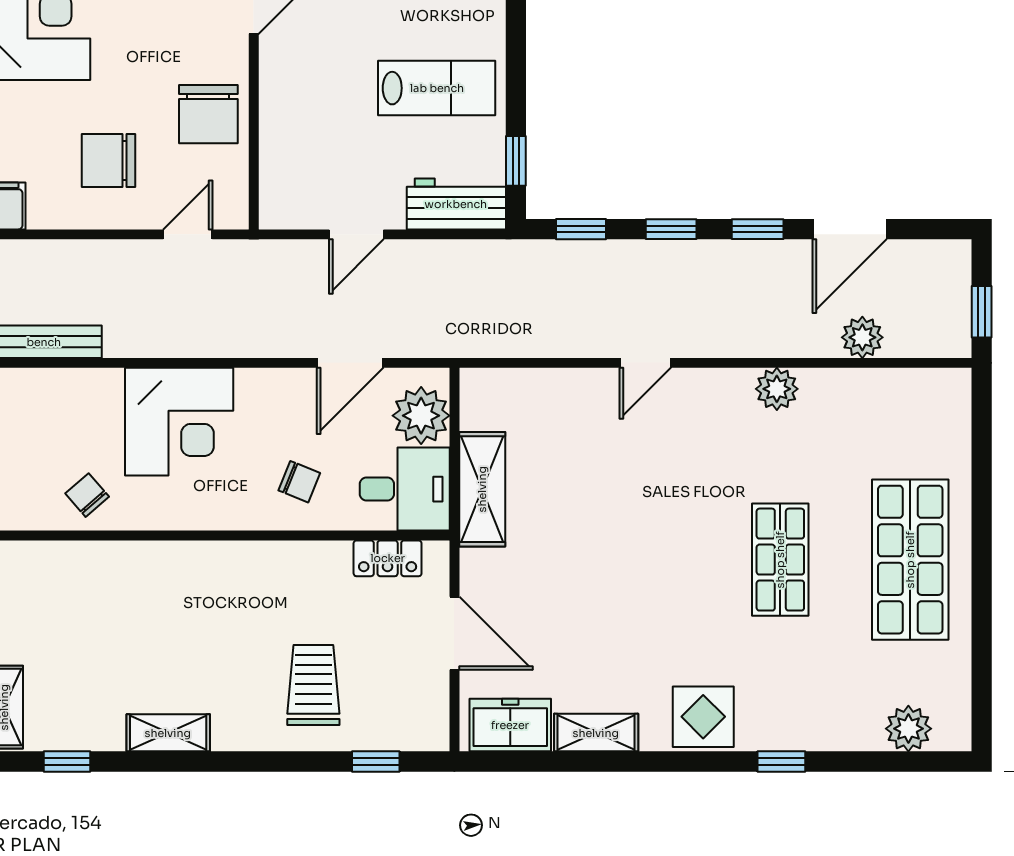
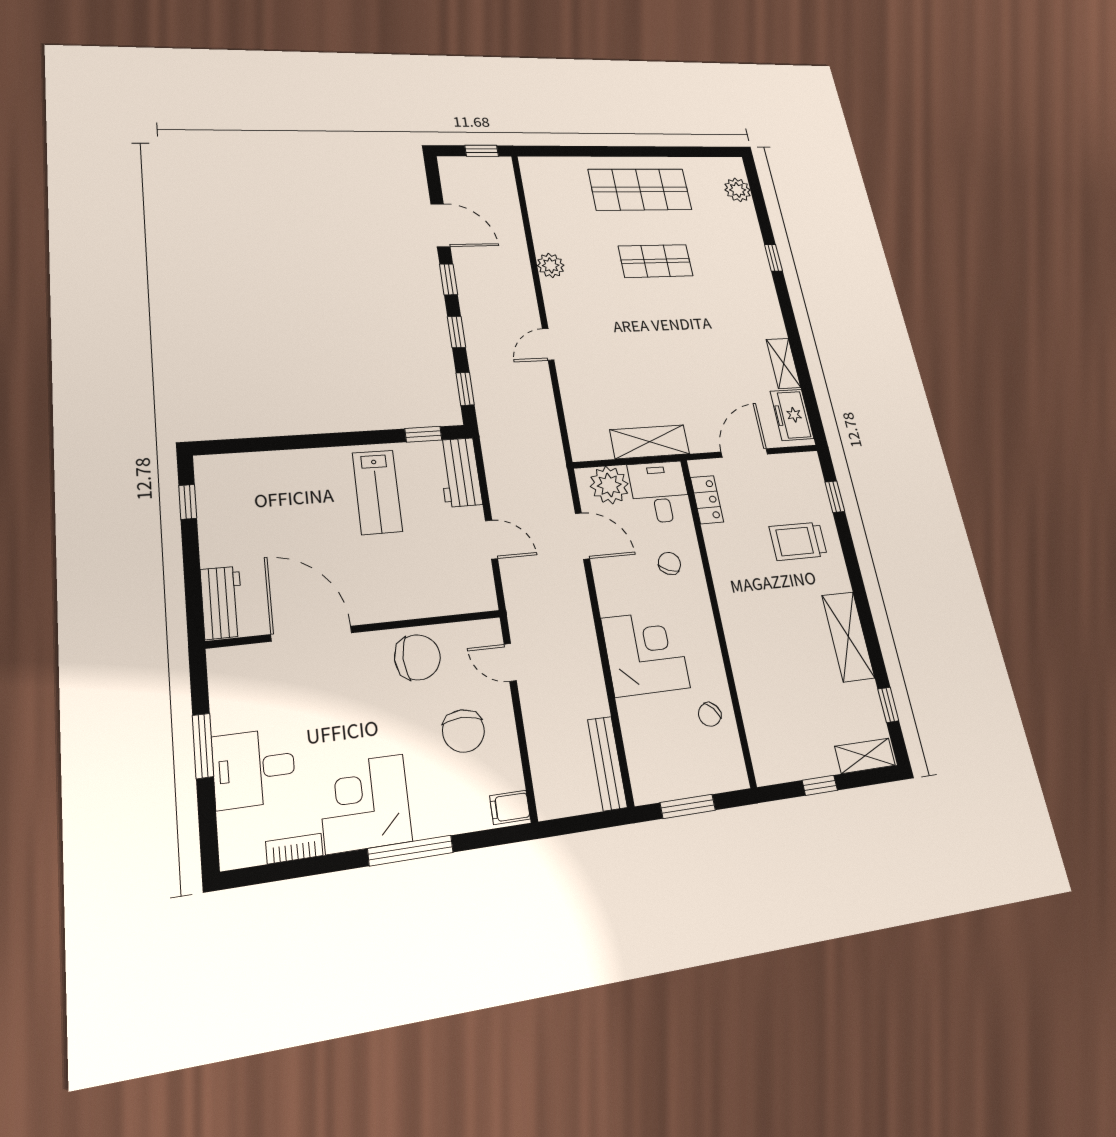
lab bench: (437, 88) -> (377, 492), turned 180
plant: (862, 337) -> (509, 217), removed
door: (645, 363) -> (548, 344), swing flipped
display table: (703, 717) -> (759, 302), removed
shelving: (168, 733) -> (848, 636), width x1.50, depth x1.33

